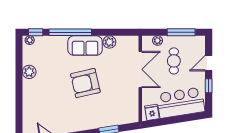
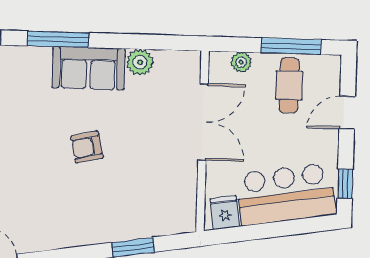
window: (70, 32) -> (58, 39), width x0.68
cafe table: (174, 61) -> (289, 85), moved
armchair: (85, 83) -> (87, 147), width x0.53, depth x0.53
window: (209, 86) -> (345, 184), moved

